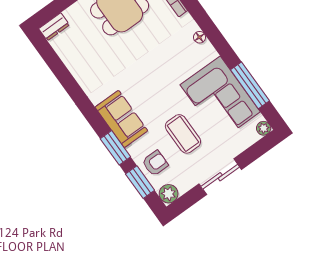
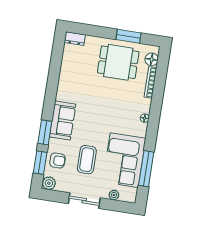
plant: (264, 128) -> (114, 195), moved

